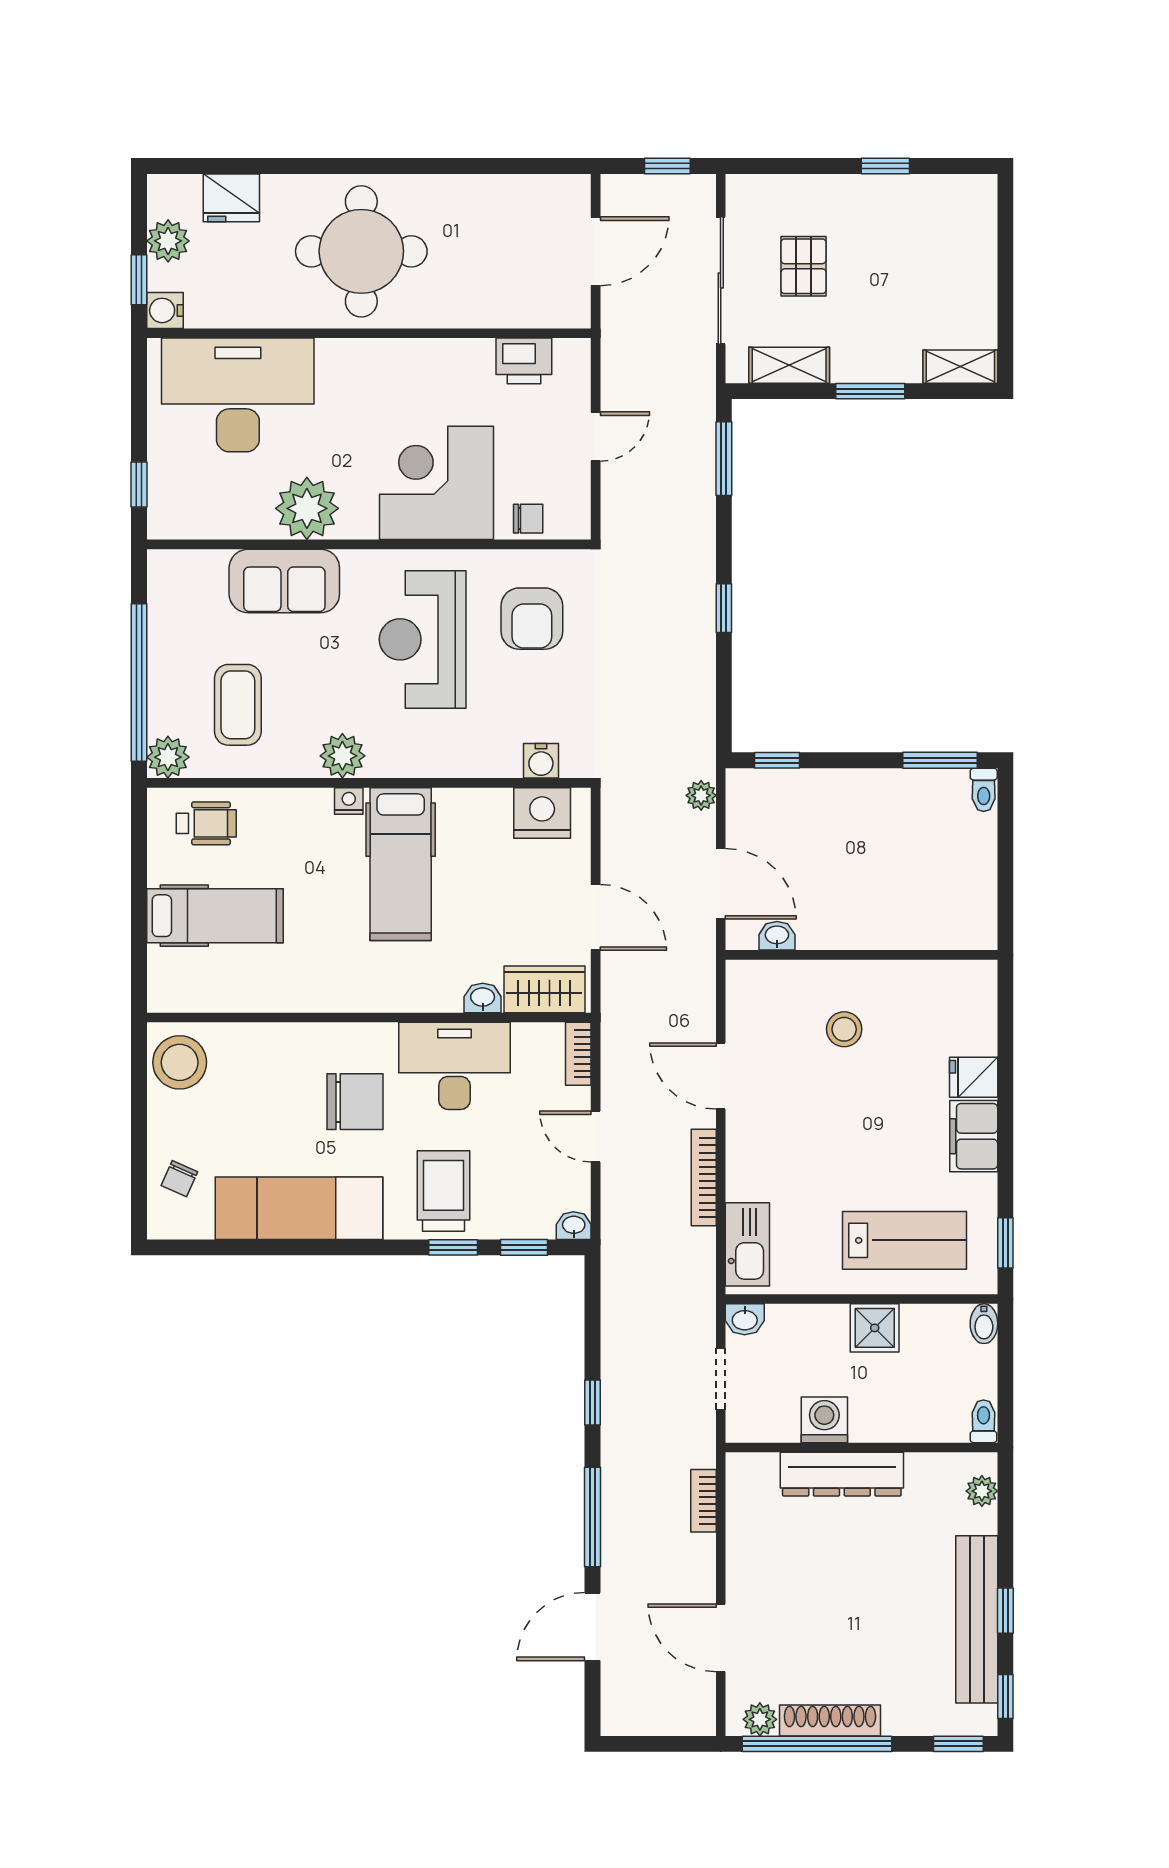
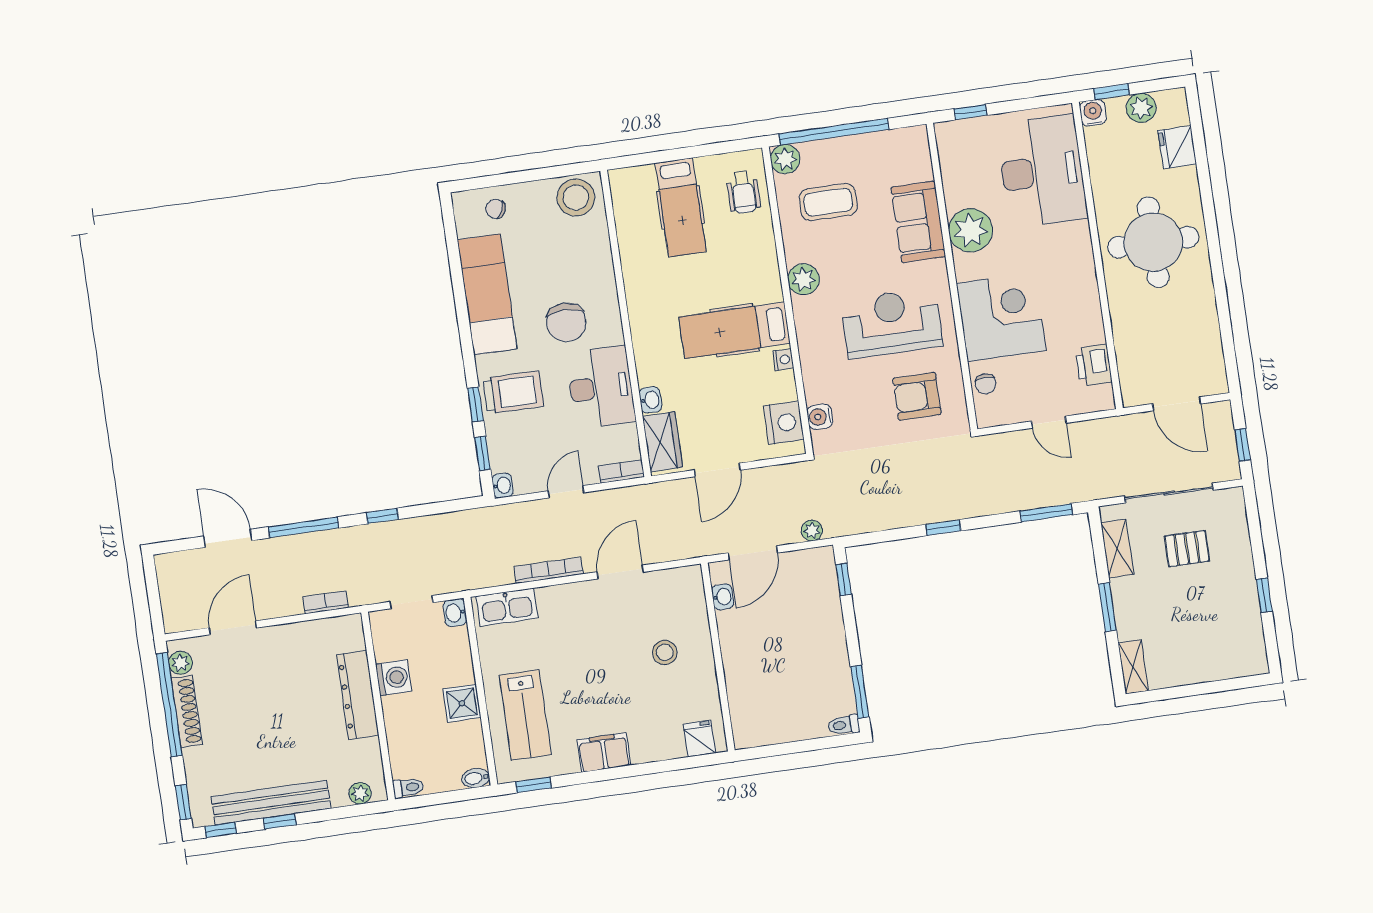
nightstand: (349, 801) -> (783, 360), moved
fridge: (974, 1077) -> (699, 739), moved

